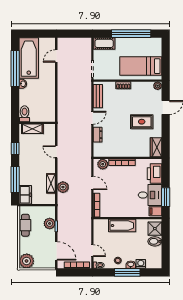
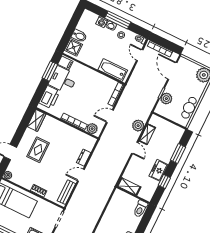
rug: (142, 122) -> (38, 150), turned 90
shelving: (32, 129) -> (129, 186), moved
door: (56, 152) -> (135, 148), moved
window: (15, 180) -> (178, 154), width x0.69
door: (92, 183) -> (110, 116), hinge flipped
freezer: (25, 195) -> (159, 170), moved
bathtub: (122, 226) -> (113, 70), moved

